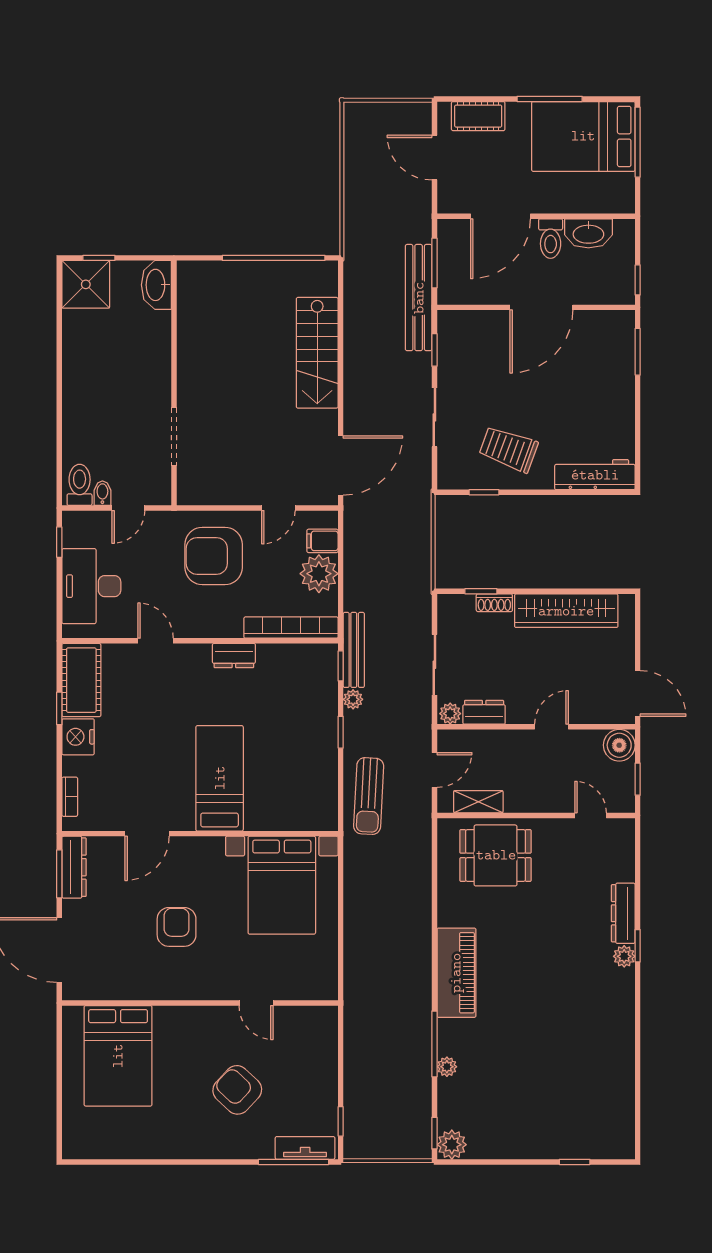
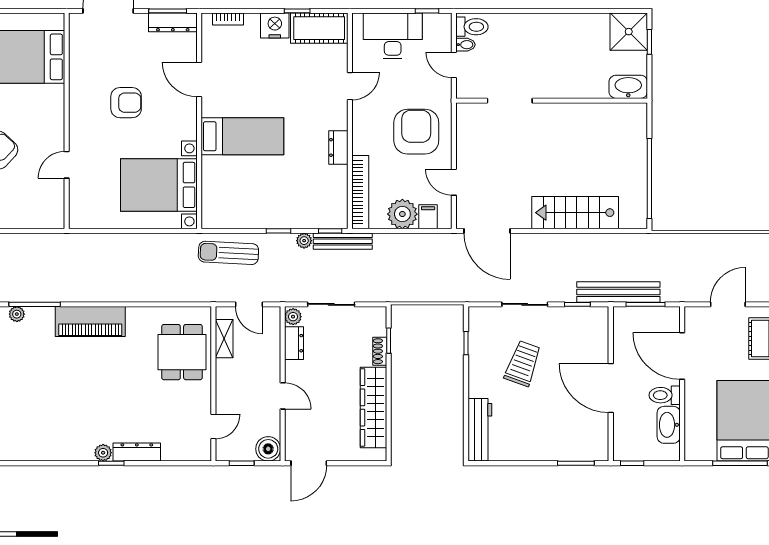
trolley: (509, 449) -> (523, 363), moved

